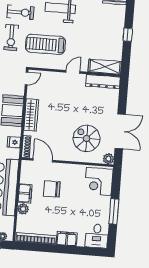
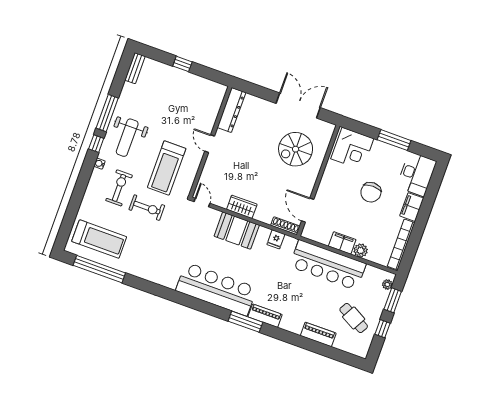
shelving: (105, 67) -> (214, 103), removed
wardrobe: (31, 115) -> (242, 207), width x0.67
plant: (108, 159) -> (328, 129), removed
door: (43, 160) -> (308, 210), hinge flipped
chair: (52, 189) -> (371, 192), moved
desk: (97, 236) -> (417, 174), width x1.37

